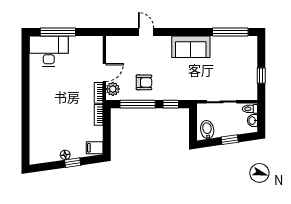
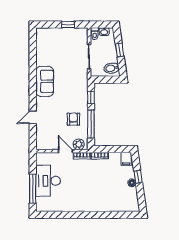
window: (230, 32) -> (33, 50), removed
desk: (49, 51) -> (48, 181), moved

